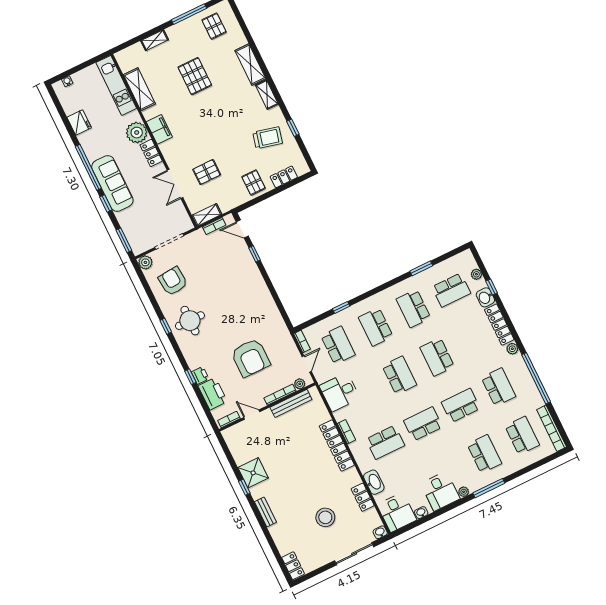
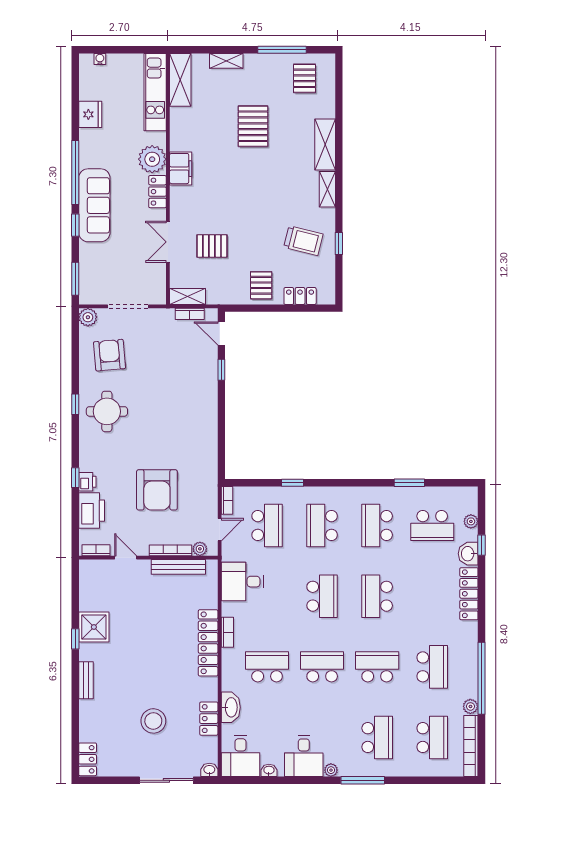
shelving: (139, 89) -> (180, 80), moved
plant: (512, 349) -> (470, 706), moved
school desk: (385, 442) -> (267, 667), turned 180

